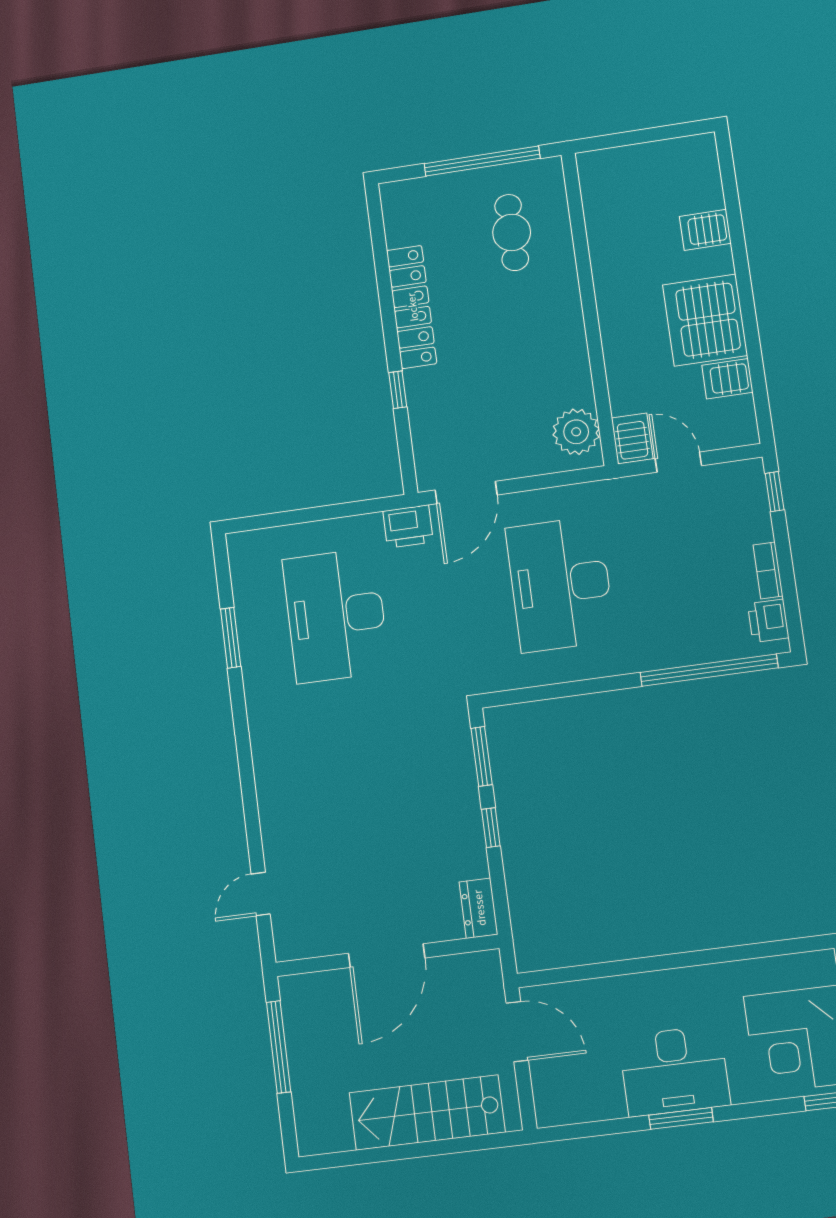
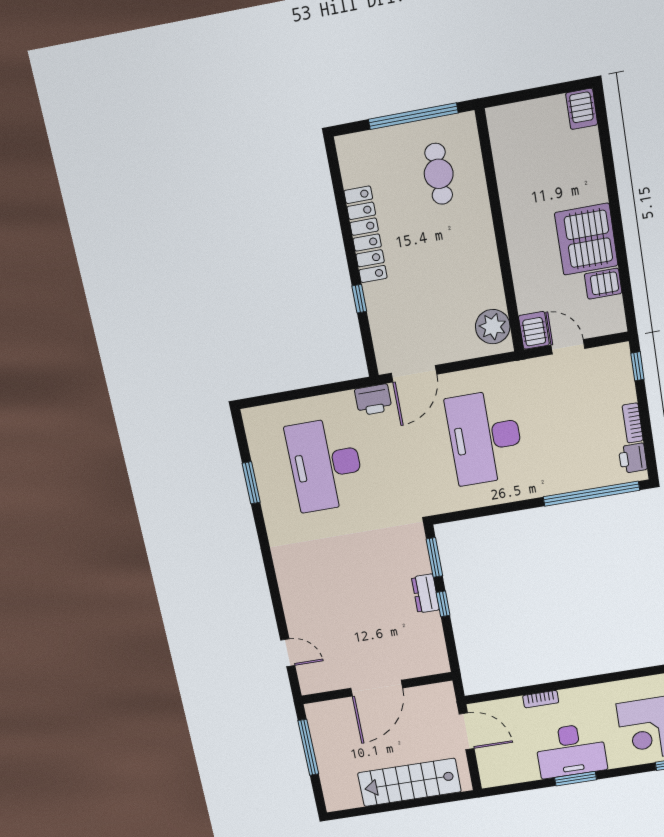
server rack: (705, 230) -> (582, 109), moved, turned -90
door: (261, 894) -> (288, 653), swing flipped
dresser: (479, 908) -> (425, 593), moved
bookcase: (630, 984) -> (541, 699), added

